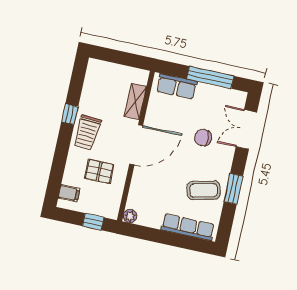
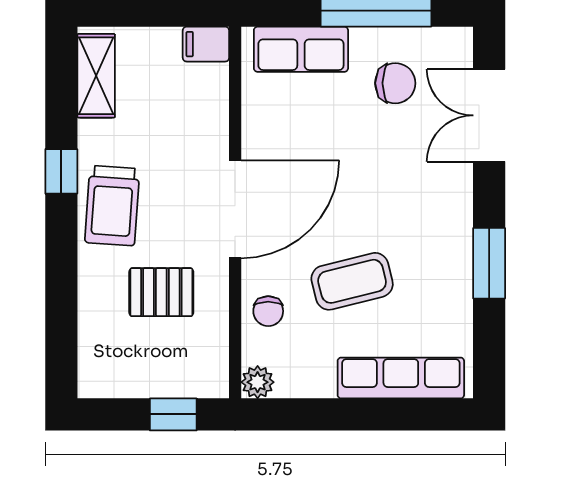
shelving: (135, 101) -> (96, 76), moved
chair: (203, 138) -> (395, 83), moved, turned 180
chair: (141, 189) -> (268, 311), added
coffee table: (204, 190) -> (352, 281), moved
filing cabinet: (69, 193) -> (206, 44), moved, turned 180

